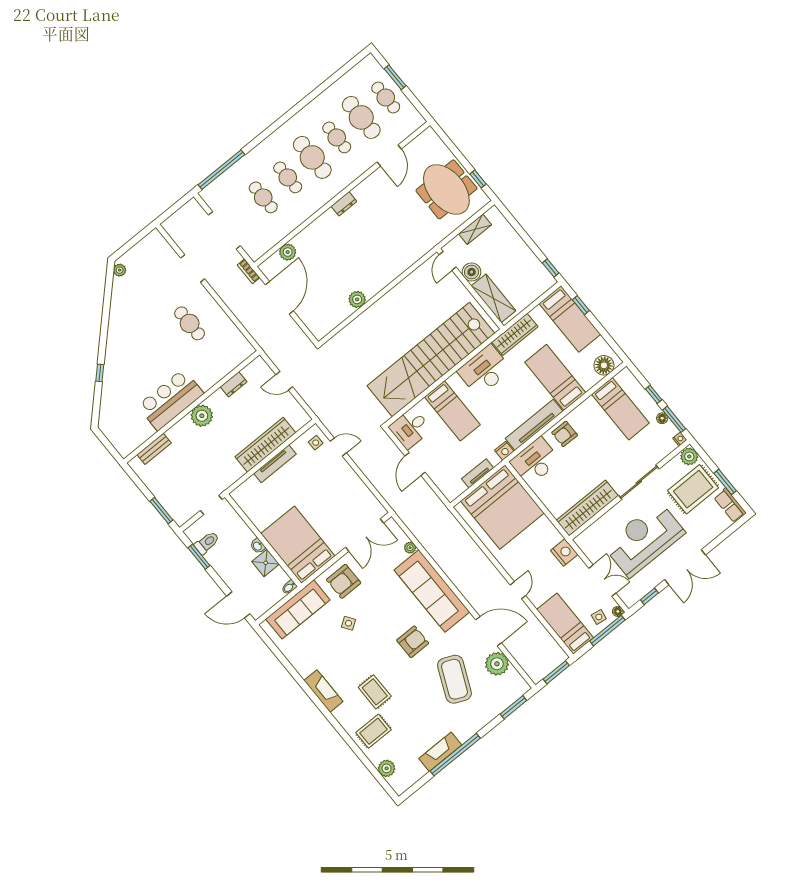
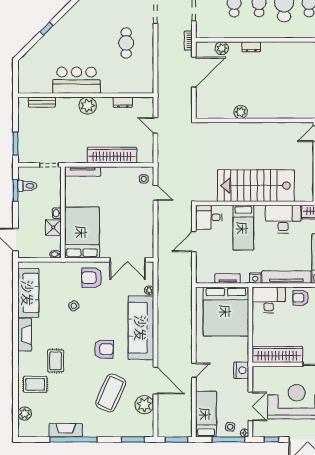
dresser: (344, 204) -> (251, 47), moved
stairs: (431, 360) -> (256, 186), width x0.73
tv unit: (275, 464) -> (83, 172), moved
sofa: (298, 609) -> (28, 293), moved, turned -90

